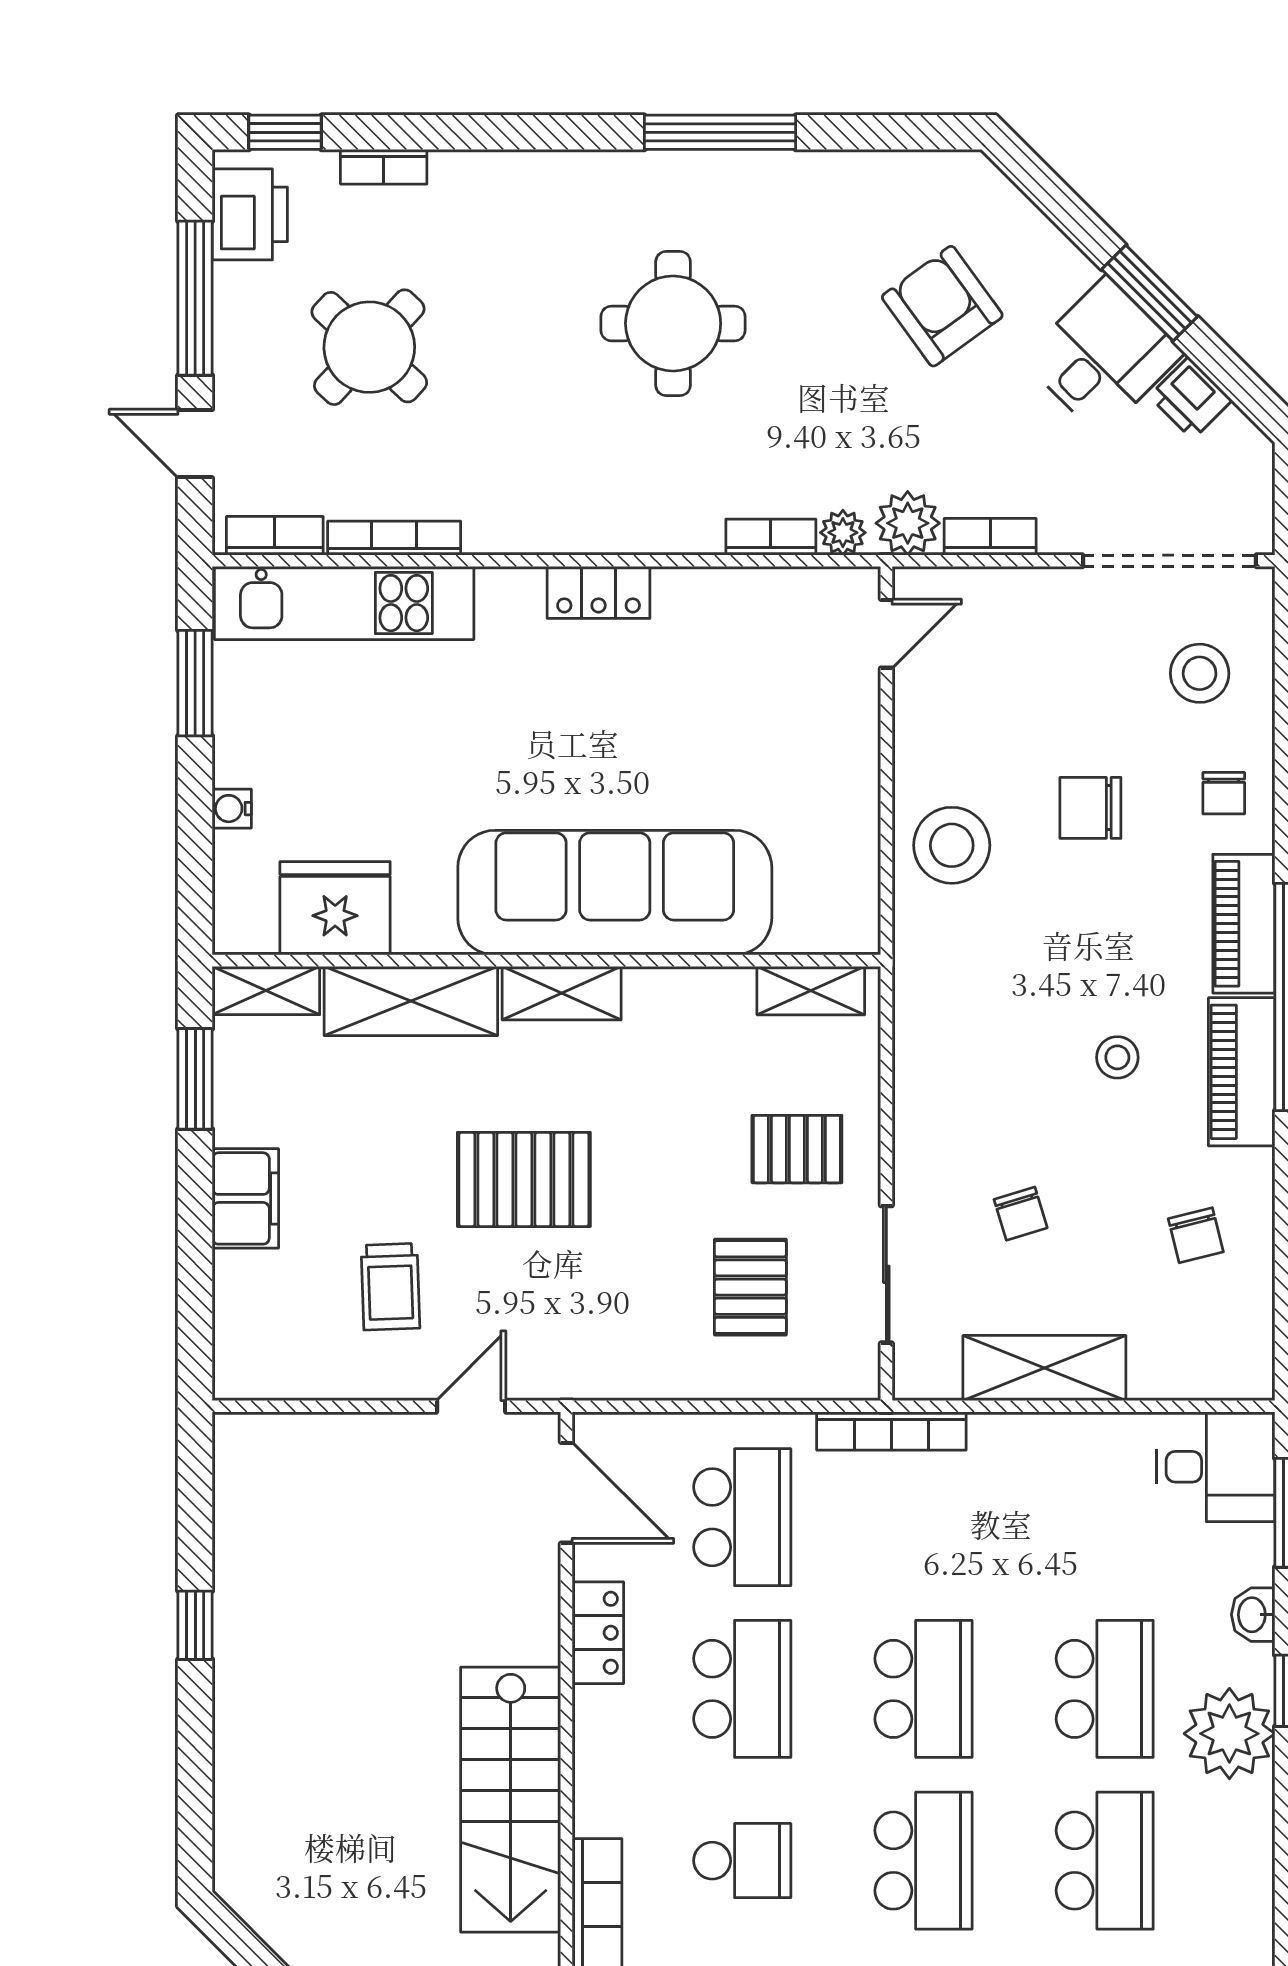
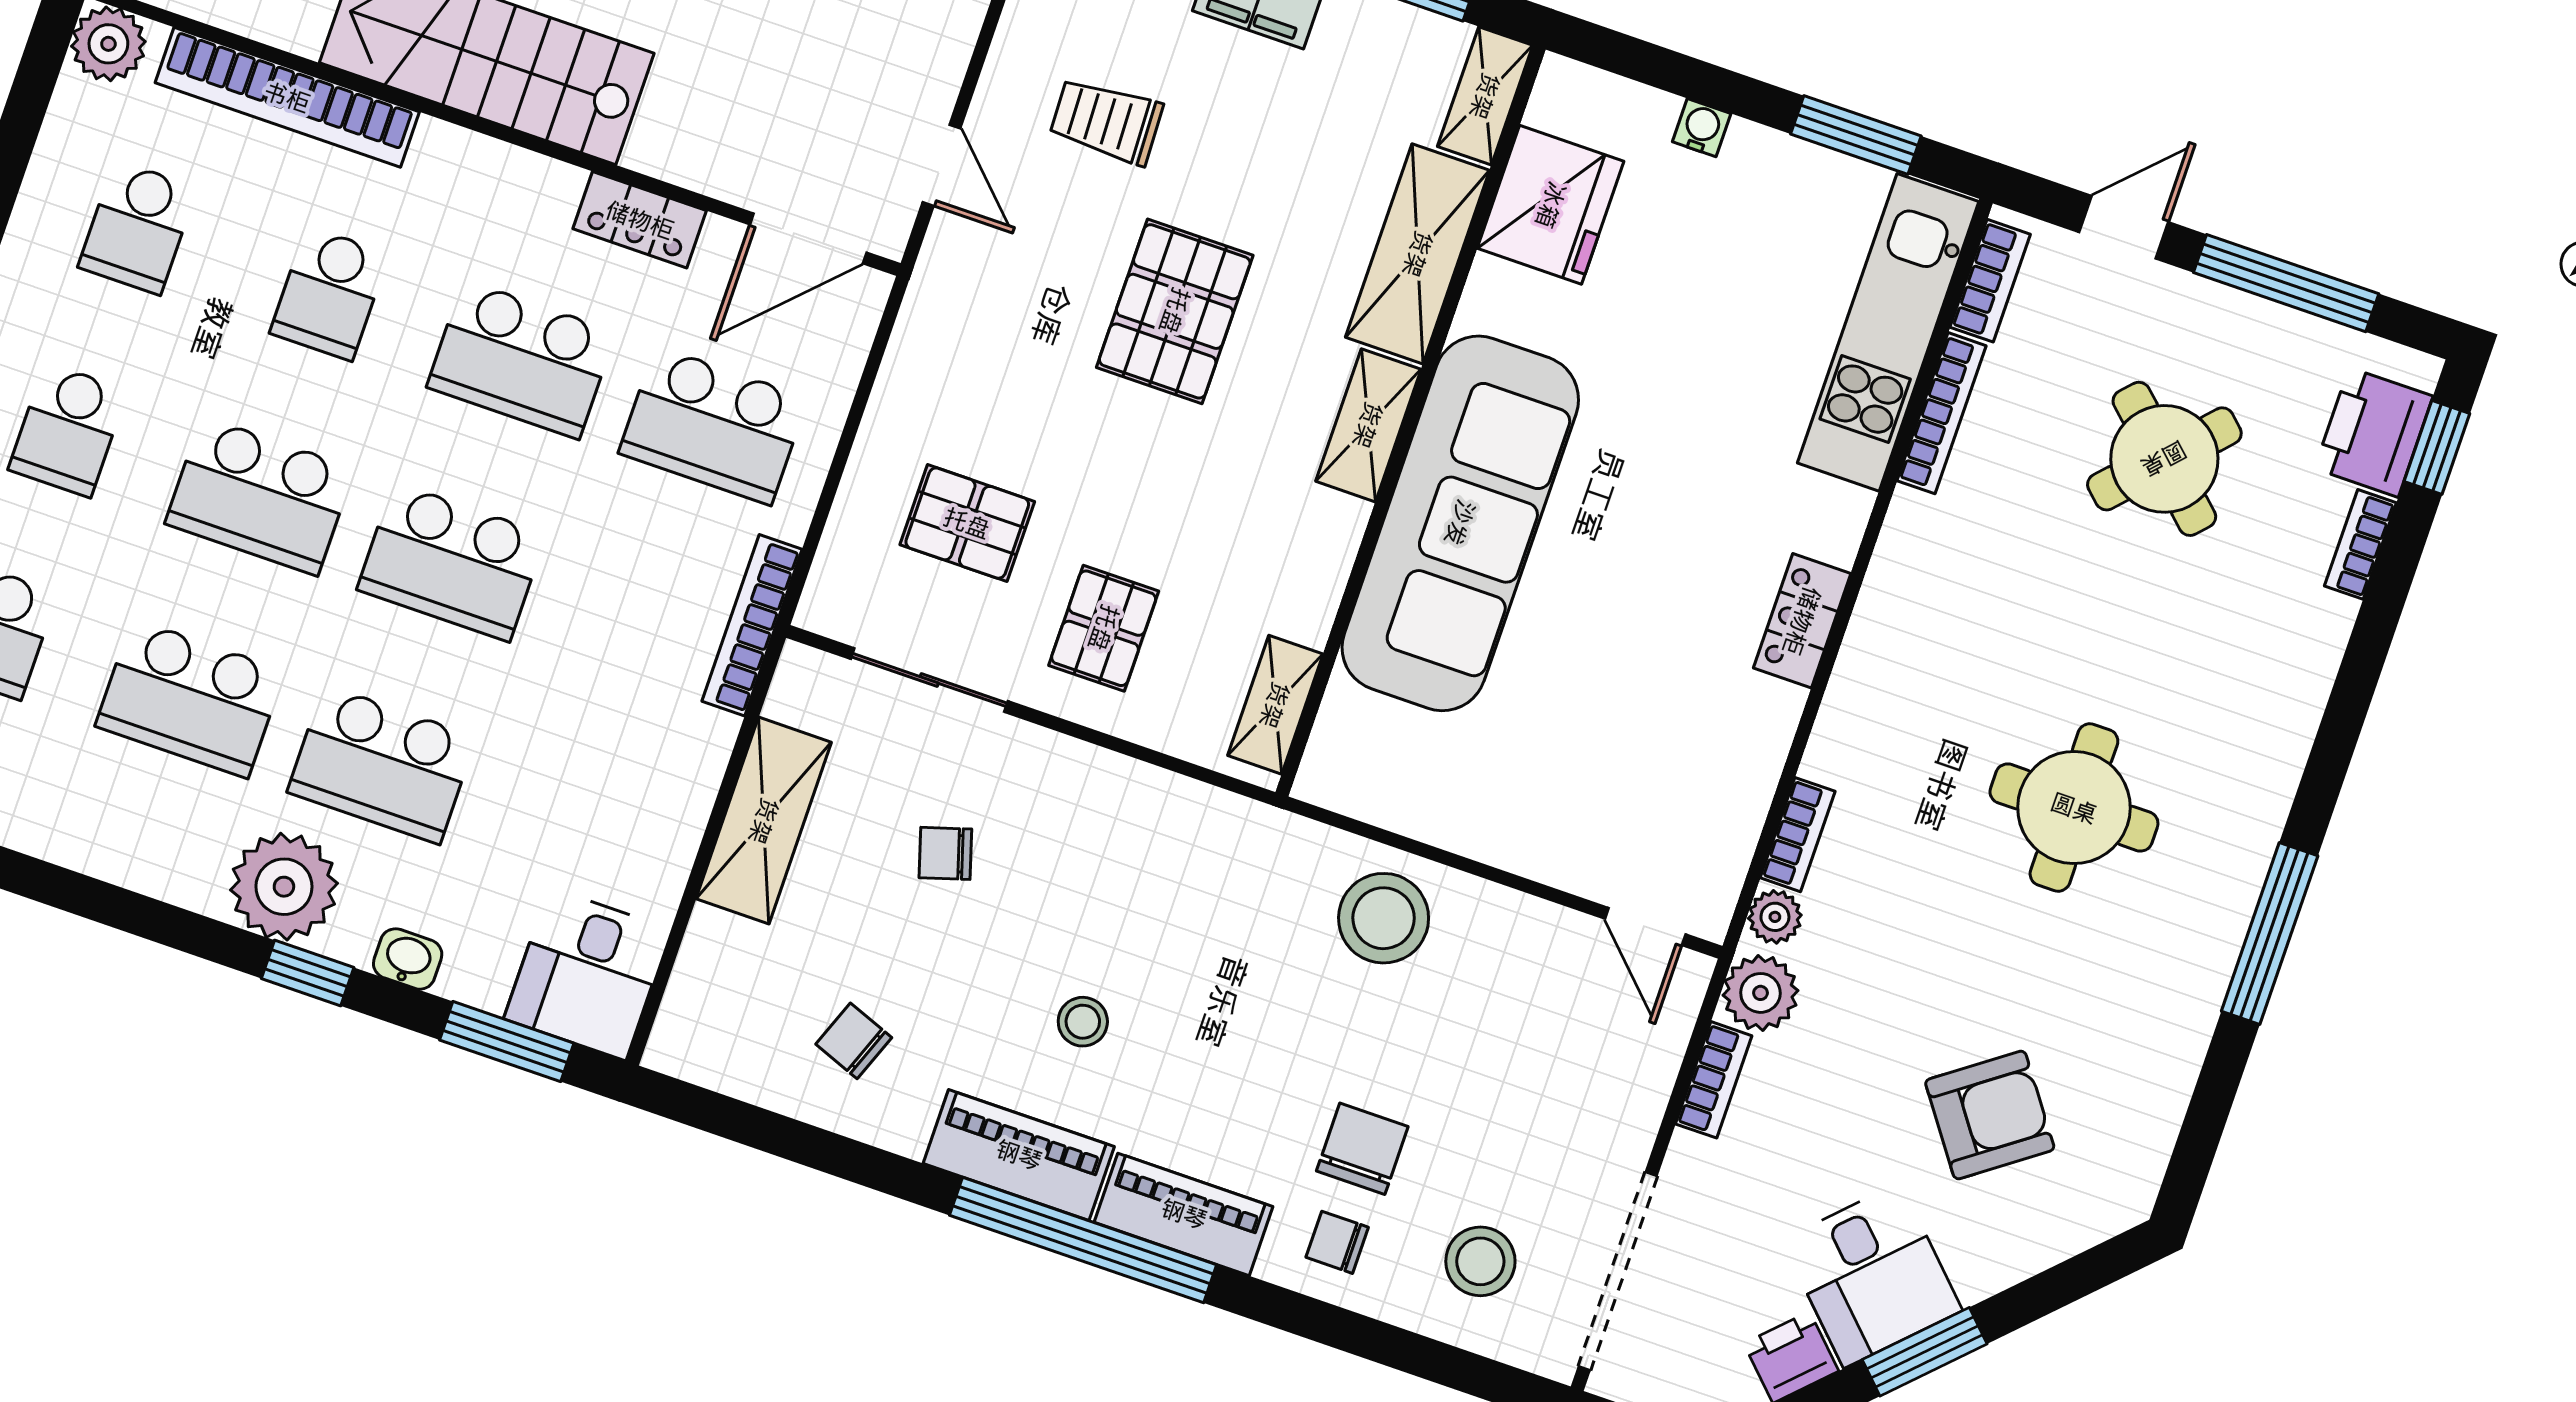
printer: (250, 214) -> (2374, 432), moved, turned 90
chair: (1090, 808) -> (1362, 1149), moved
chair: (1196, 1235) -> (854, 1041), turned 35

